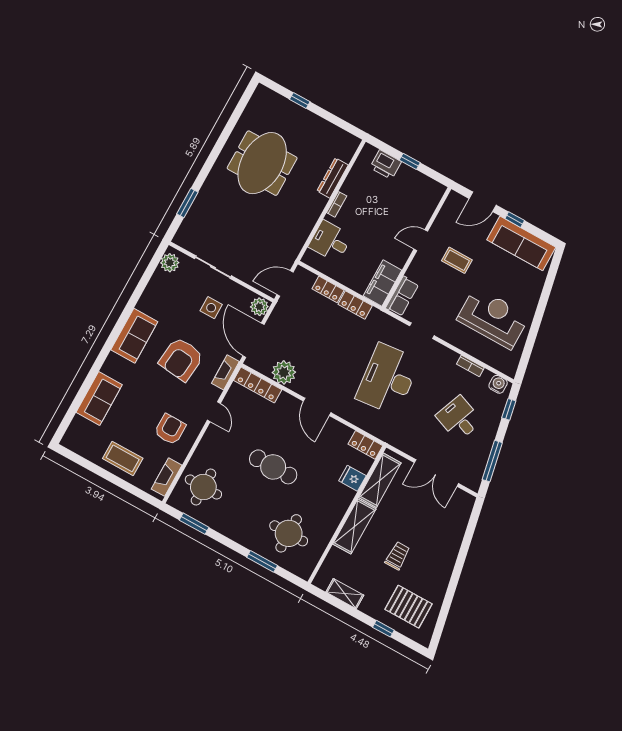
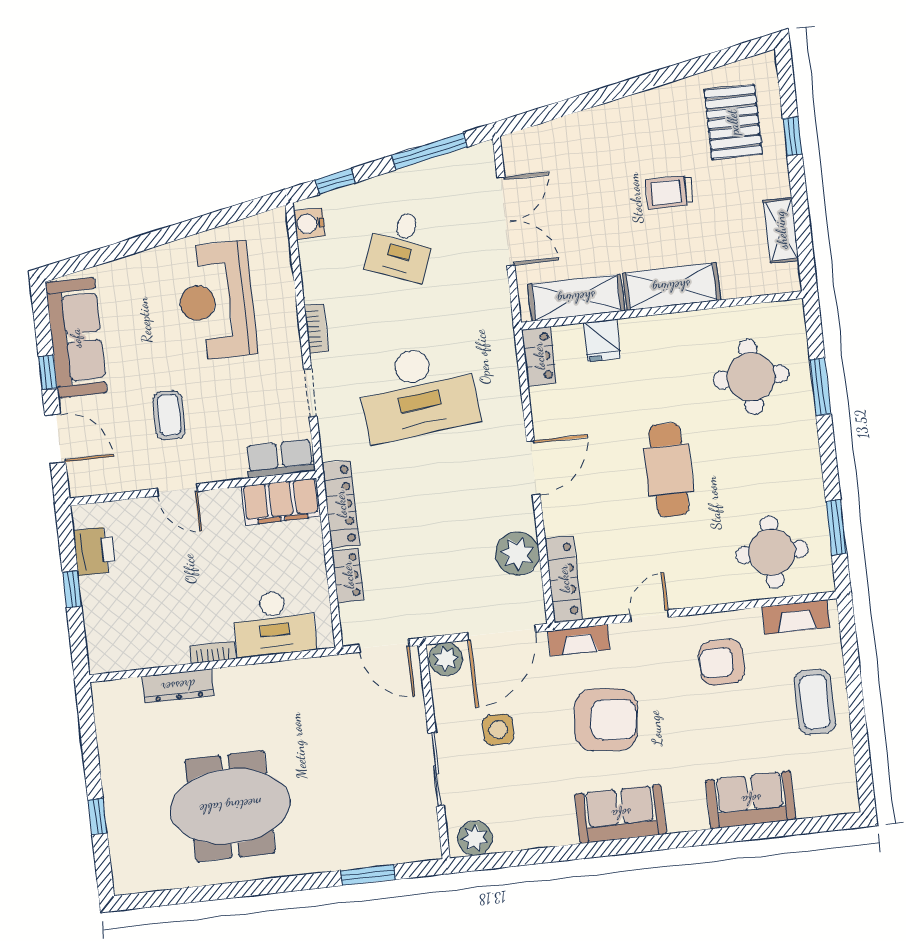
printer: (386, 165) -> (94, 551), moved
desk: (330, 241) -> (274, 623), width x1.37
locker: (355, 305) -> (341, 504), width x1.53
bookcase: (470, 366) -> (316, 328), moved

